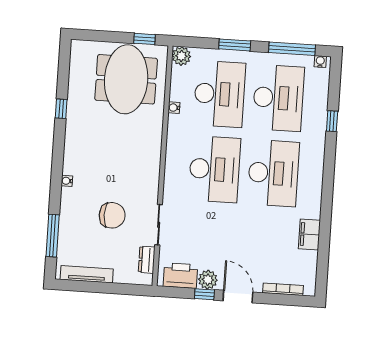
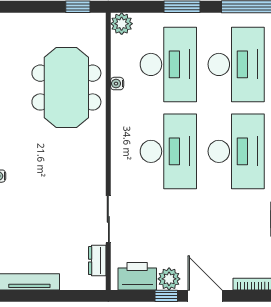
meeting table: (126, 79) -> (66, 88), moved
chair: (112, 215) -> (54, 212), removed

